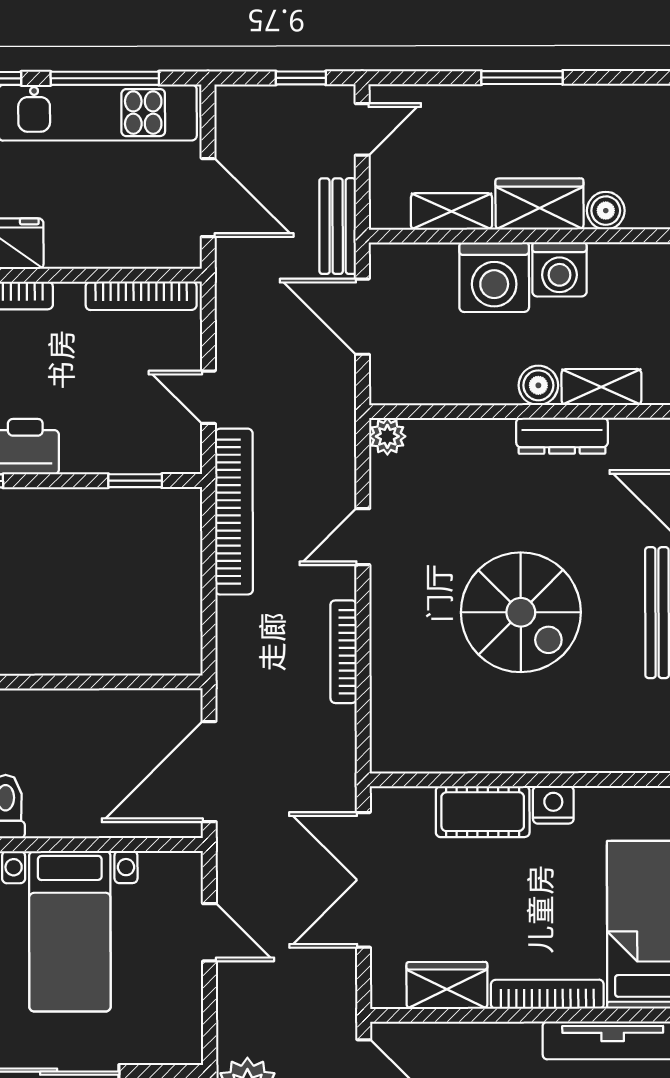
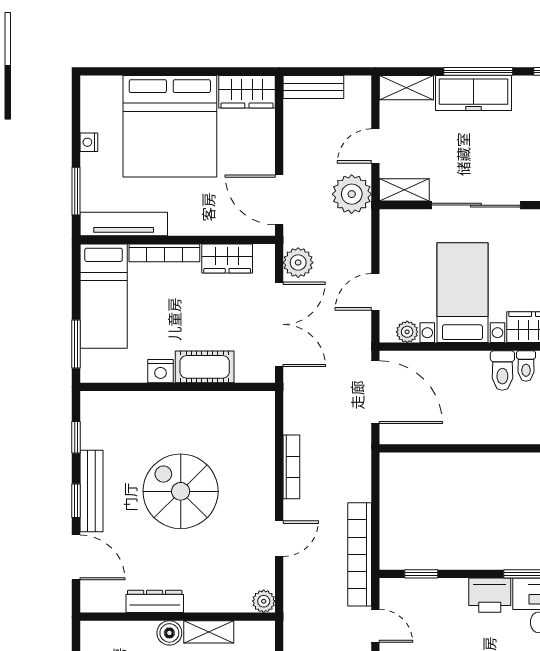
shelving: (601, 387) -> (209, 632), moved
door: (209, 772) -> (375, 392), hinge flipped
plant: (158, 868) -> (407, 332), added
door: (209, 932) -> (375, 292), hinge flipped
plant: (333, 979) -> (298, 263), added

